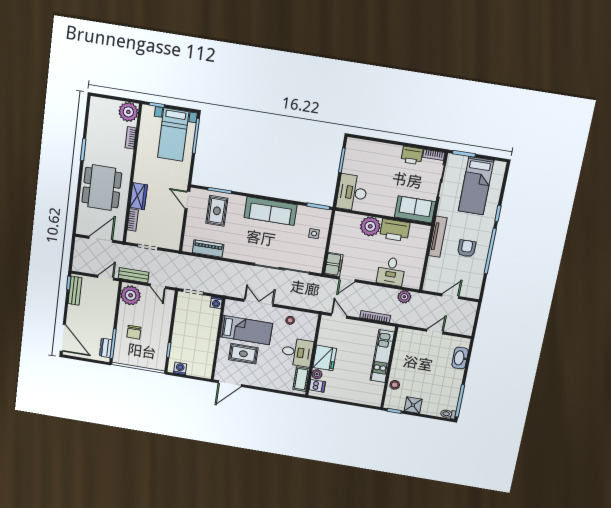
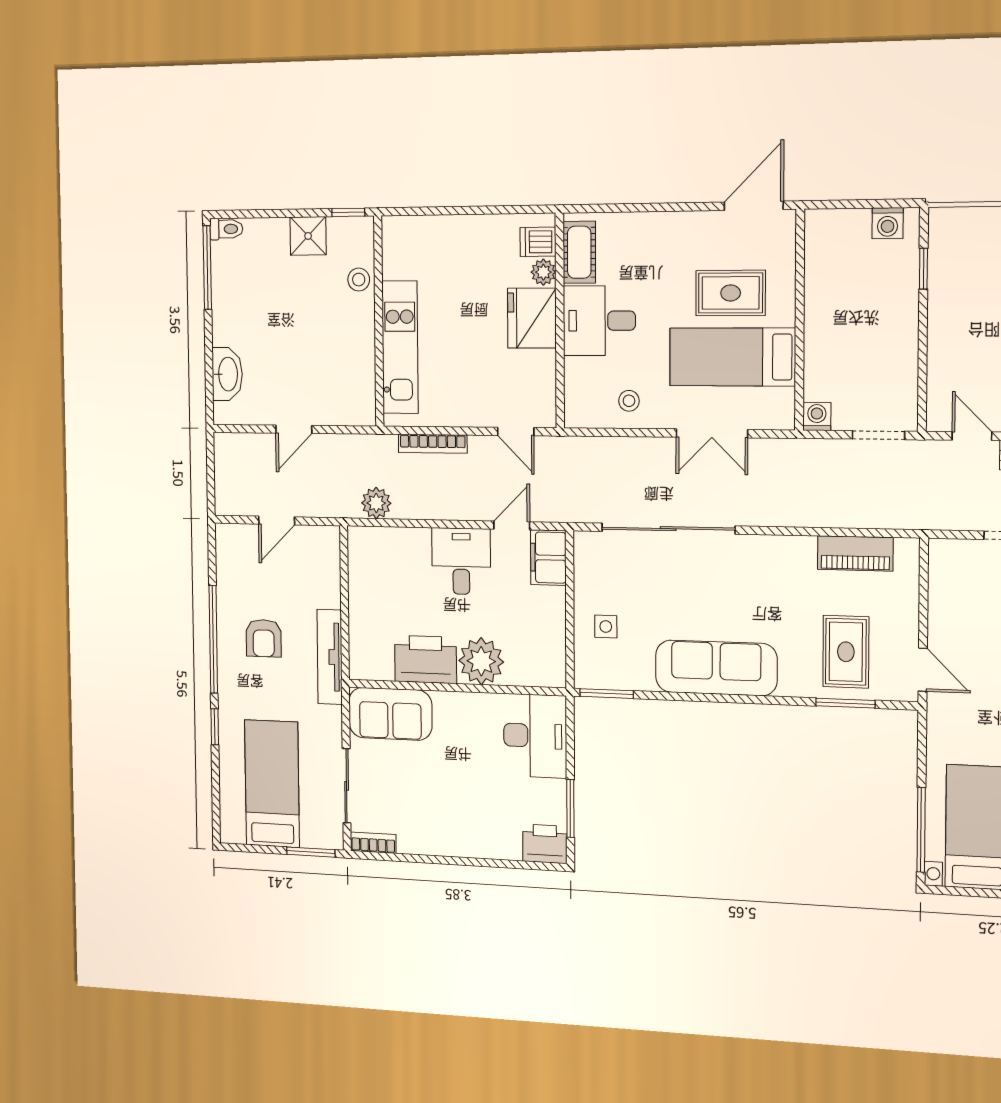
printer: (412, 155) -> (545, 844), moved
desk: (391, 271) -> (461, 561), moved

